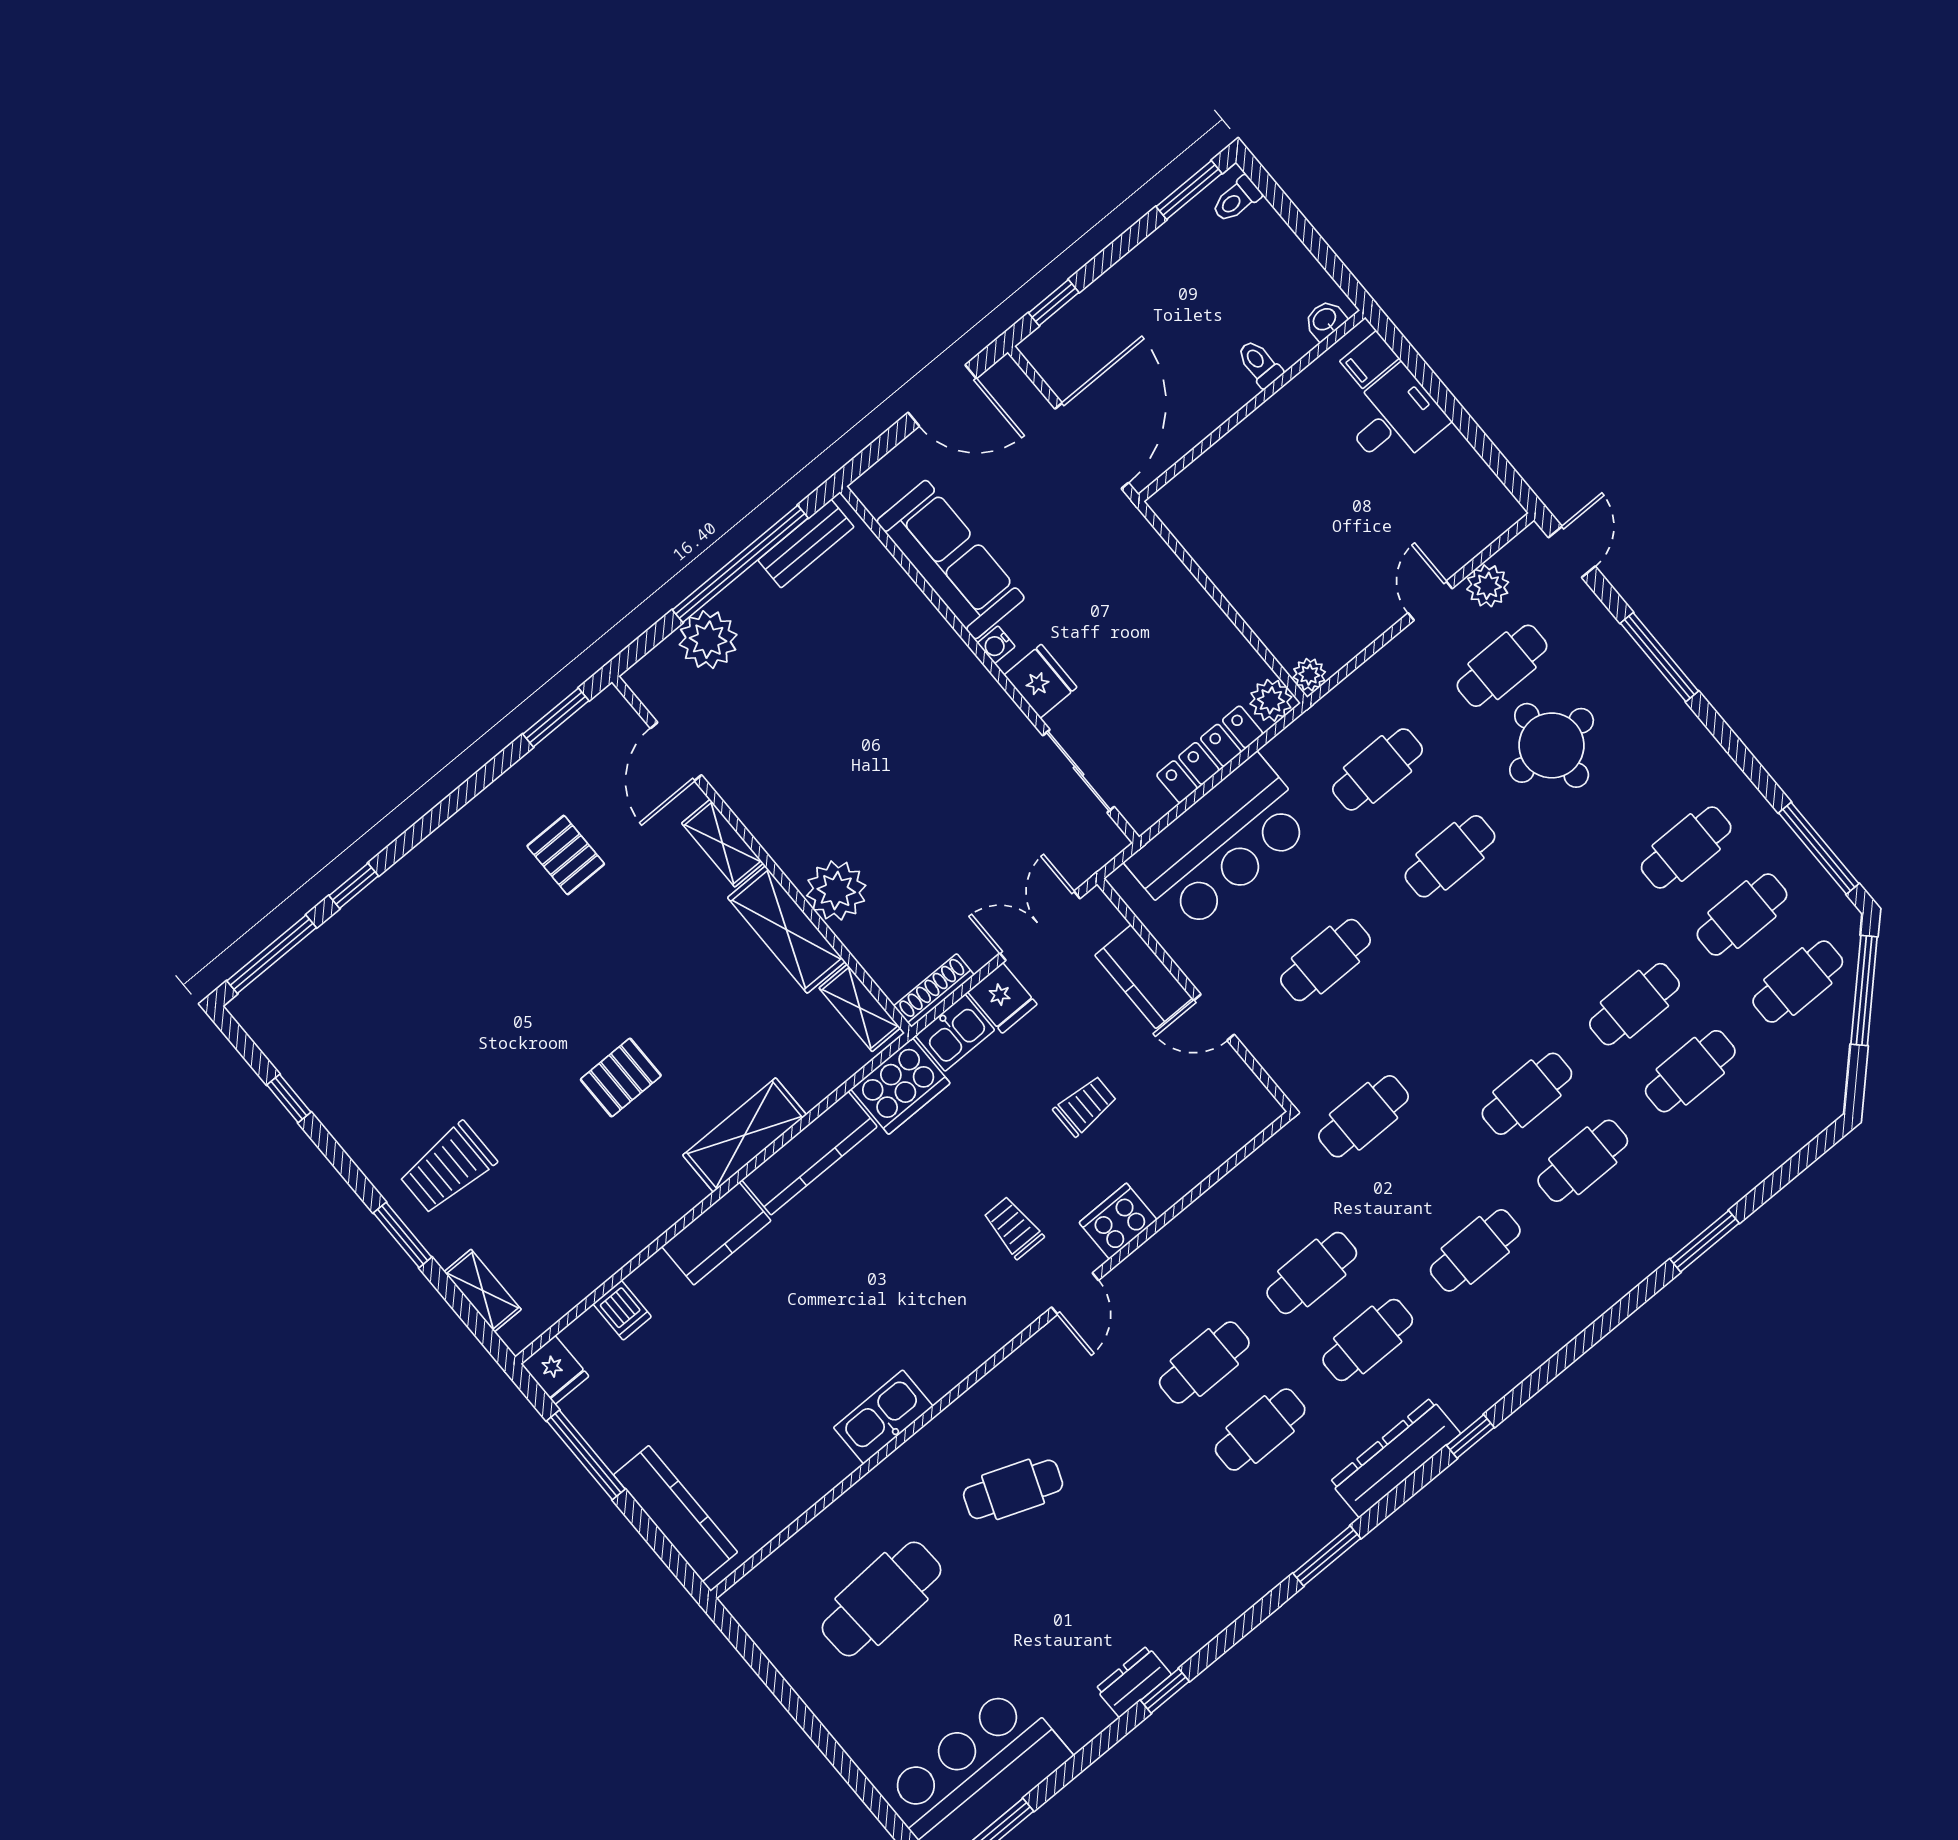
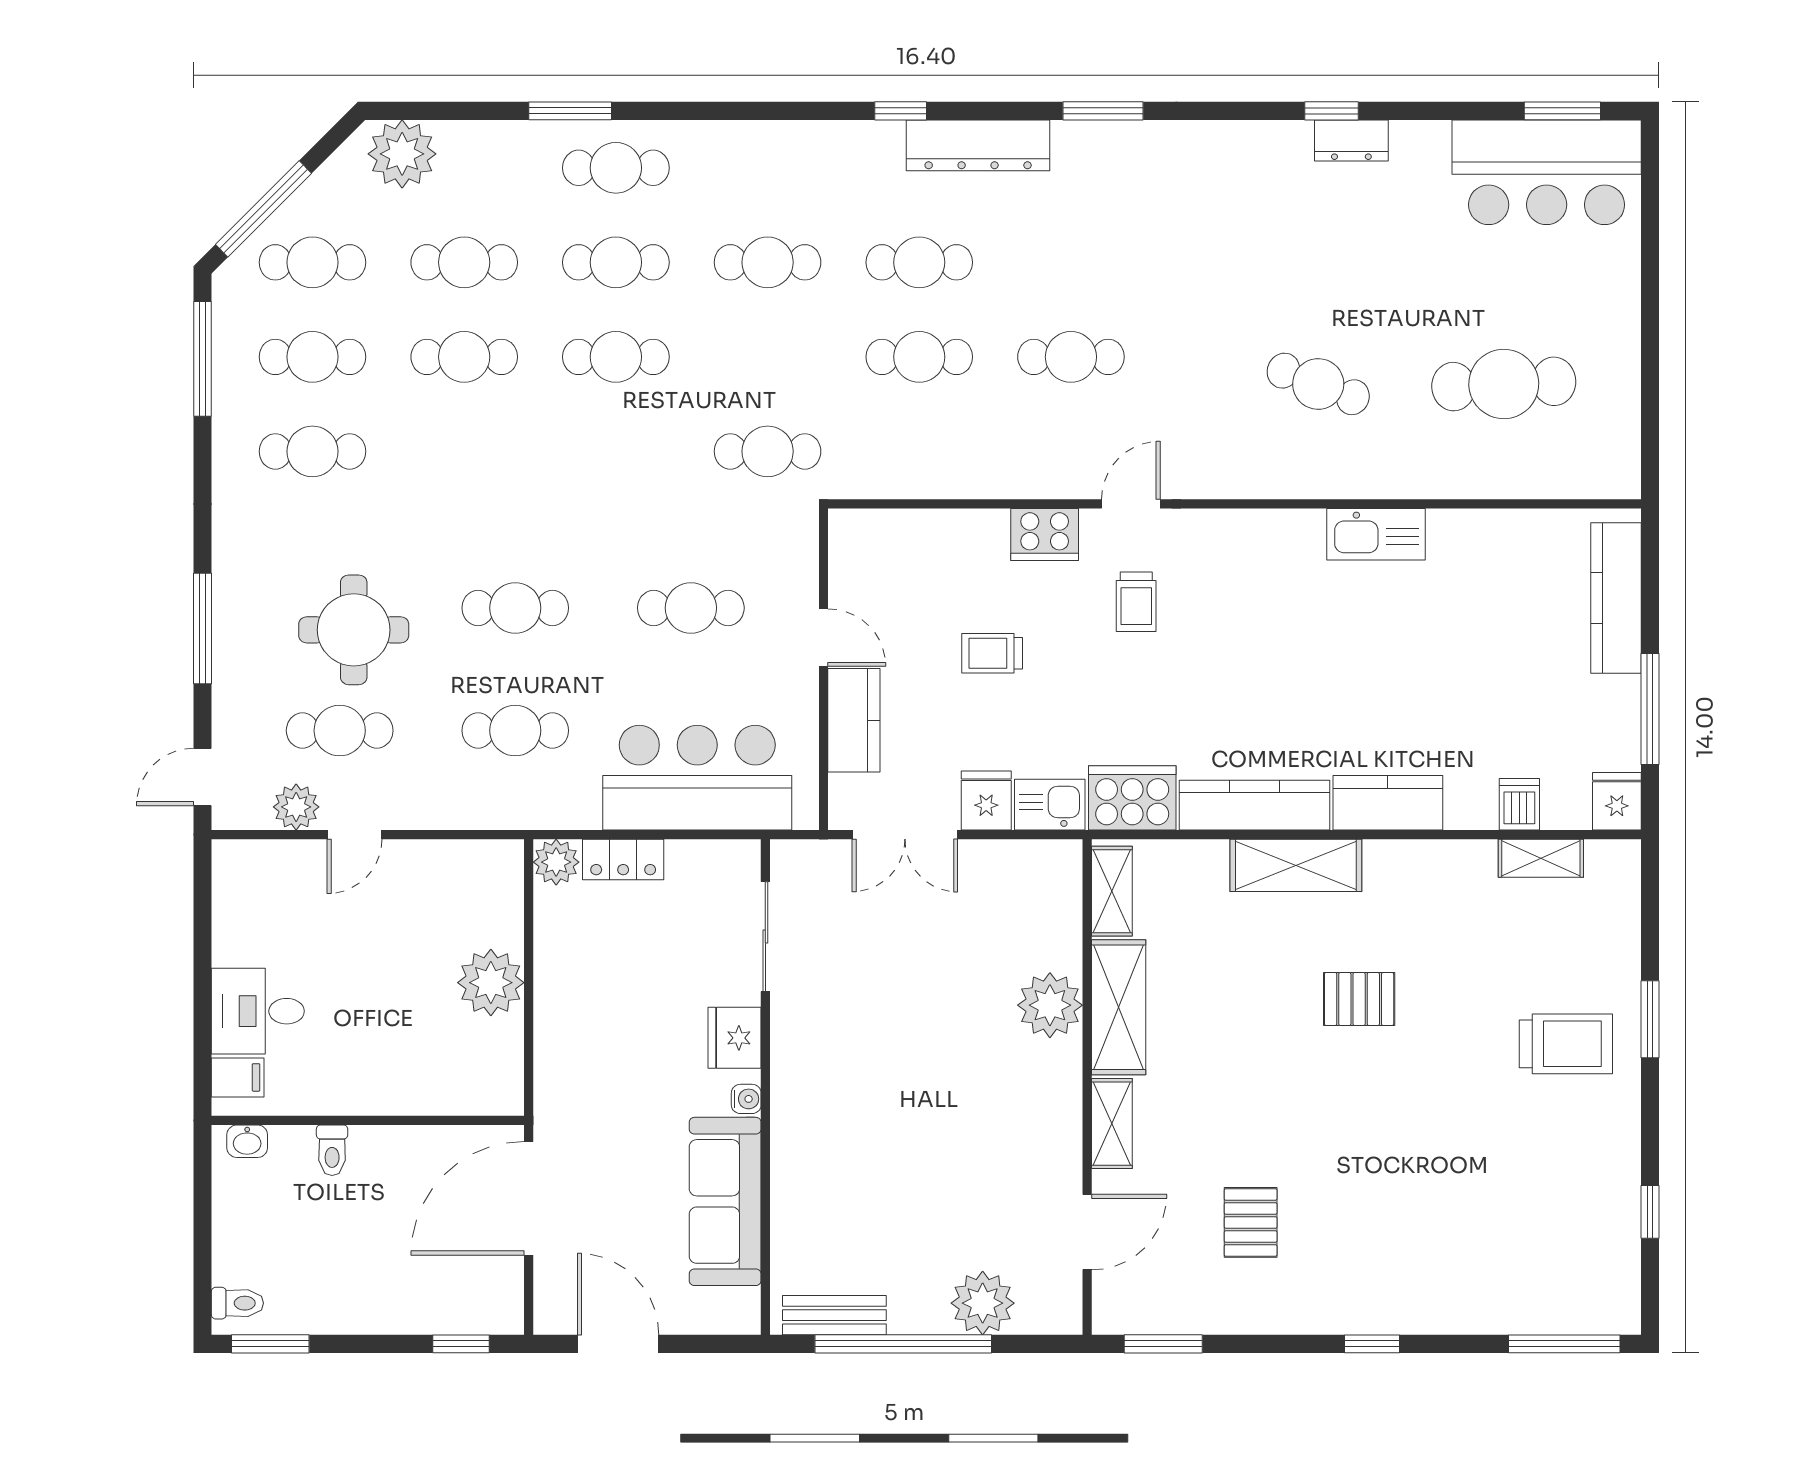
plant: (1309, 675) -> (491, 983), moved, width x1.88, depth x1.88
locker: (1210, 754) -> (623, 859), width x0.66
window: (354, 886) -> (1372, 1344), moved
shoe rack: (934, 990) -> (1038, 854), removed
plant: (1798, 1111) -> (402, 154), added
shelving: (483, 1291) -> (1541, 858), moved, turned 90
cafe table: (1260, 1430) -> (616, 168), moved

